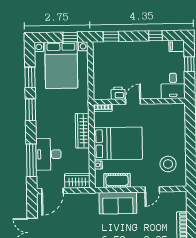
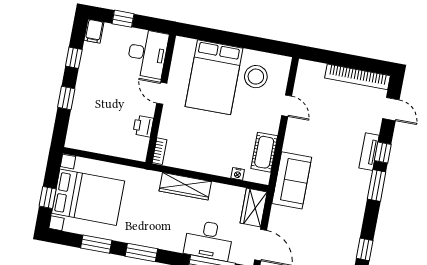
window: (111, 36) -> (66, 98), moved
window: (70, 37) -> (48, 198), moved
desk: (173, 86) -> (147, 54), width x1.37
door: (133, 102) -> (162, 93), moved
bed: (118, 143) -> (214, 77), moved, turned 180
sofa: (118, 203) -> (292, 180), moved

